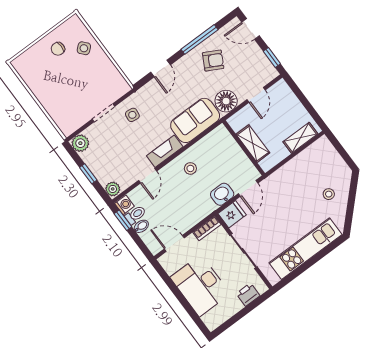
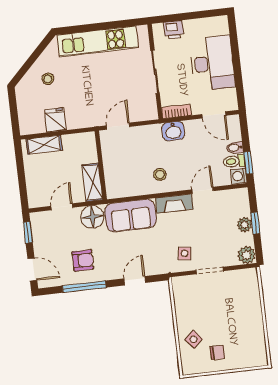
armchair: (213, 61) -> (83, 260), turned 152
shelving: (253, 144) -> (92, 182), moved
plant: (113, 189) -> (244, 225), moved
washbasin: (222, 194) -> (173, 131), moved
fridge: (232, 214) -> (55, 120), moved, turned 90

